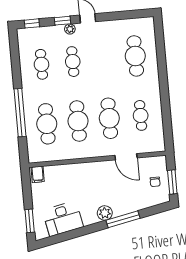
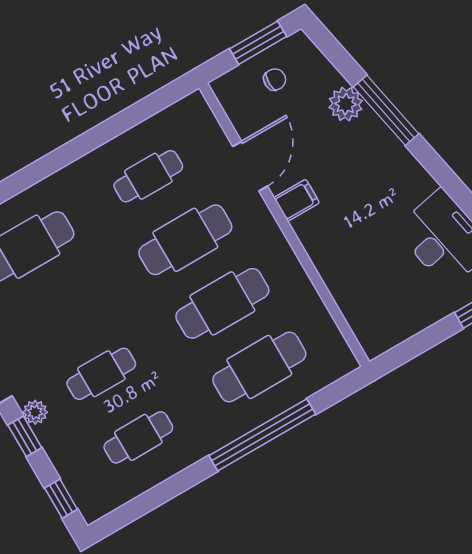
filing cabinet: (38, 174) -> (297, 200), moved
plant: (105, 213) -> (346, 104), moved

